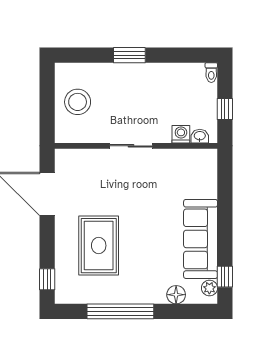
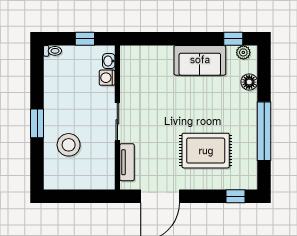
stool: (78, 102) -> (69, 145), moved
tv unit: (85, 157) -> (127, 162), added
sofa: (201, 239) -> (200, 60), width x0.73

